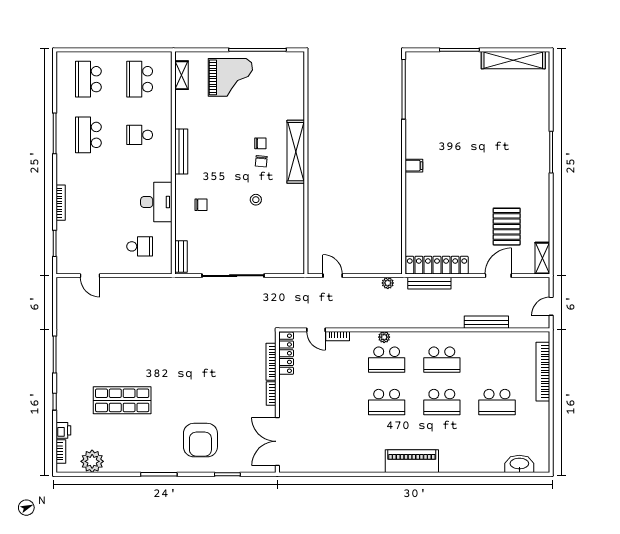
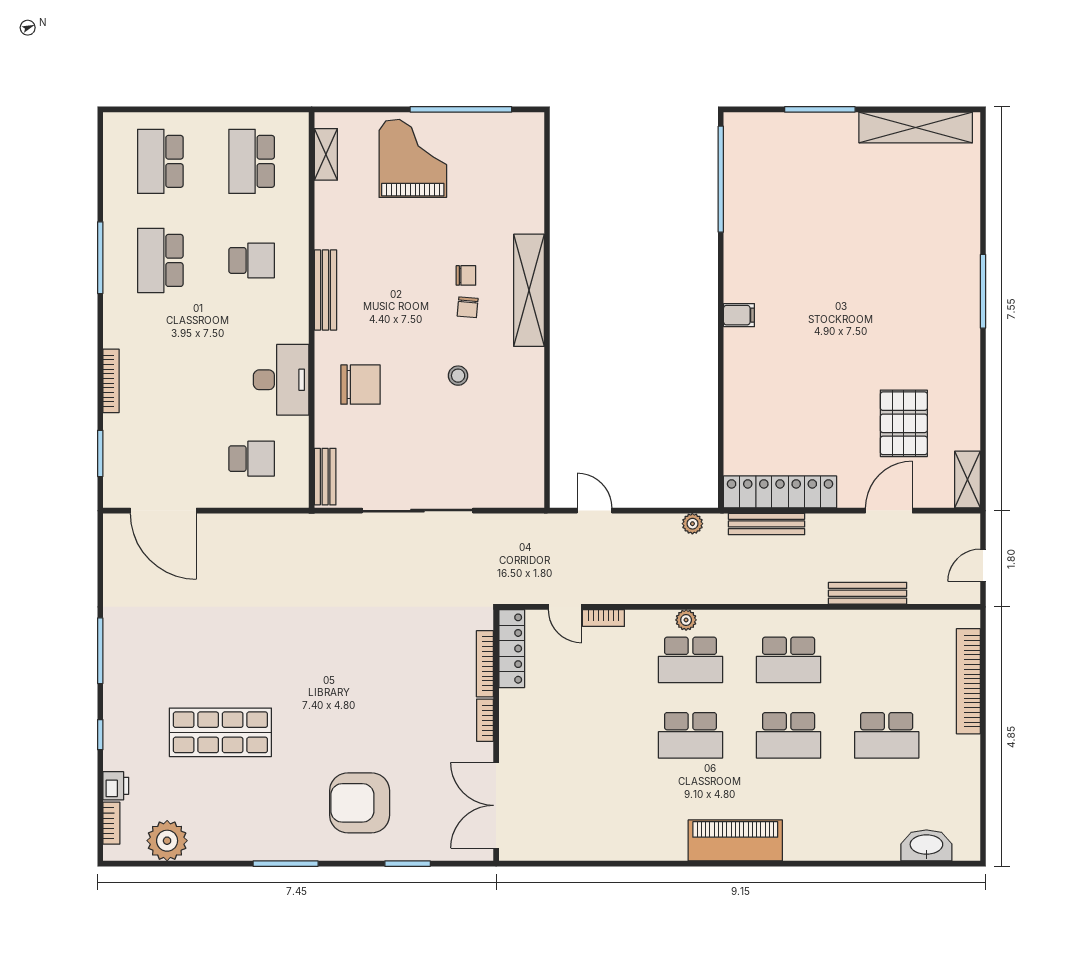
grand piano: (230, 77) -> (413, 158), turned -90
school desk: (140, 135) -> (252, 260), turned 180
chair: (201, 205) -> (361, 385), width x1.87, depth x1.87
door: (90, 276) -> (163, 511), width x1.88
armchair: (200, 440) -> (360, 803), turned 90

